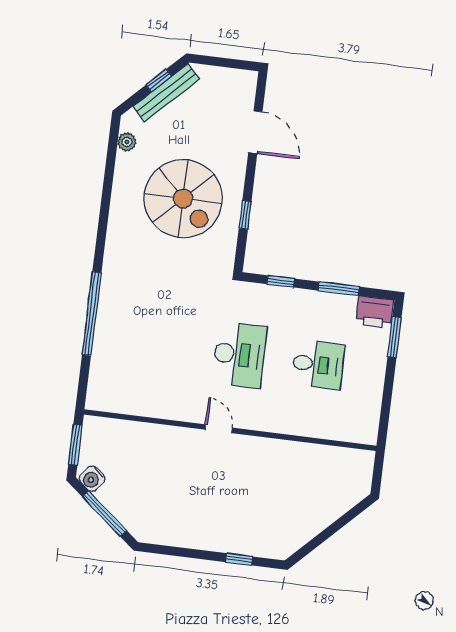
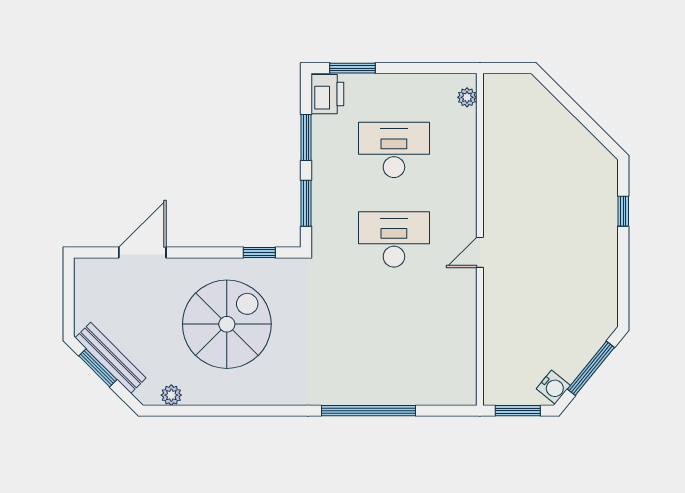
window: (159, 80) -> (98, 368), width x1.50
window: (245, 215) -> (259, 253), moved
window: (281, 281) -> (306, 203), width x1.50
desk: (318, 364) -> (394, 150), width x1.37
plant: (356, 434) -> (467, 97), added

